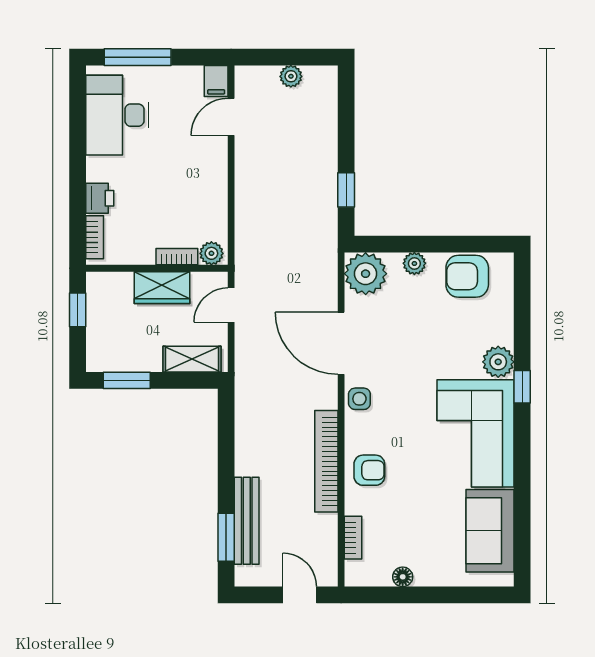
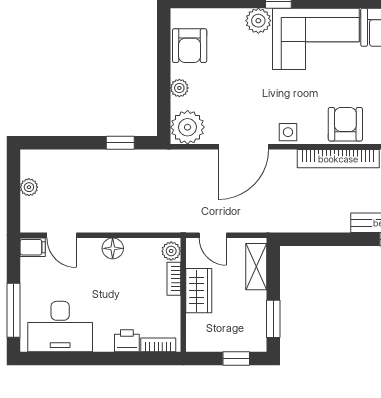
floor lamp: (215, 181) -> (113, 248), added
window: (78, 310) -> (236, 358), moved
armchair: (369, 470) -> (345, 124), width x1.38, depth x1.38

